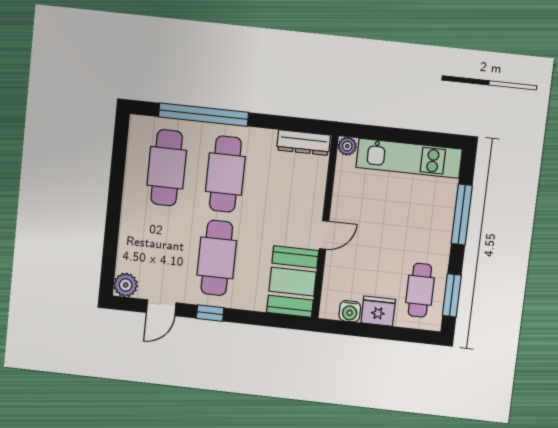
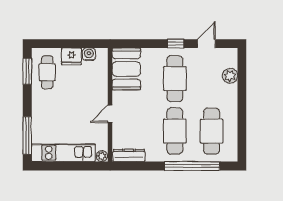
window: (462, 214) -> (27, 136), moved
door: (324, 235) -> (110, 114), moved
plant: (126, 285) -> (230, 76), moved

